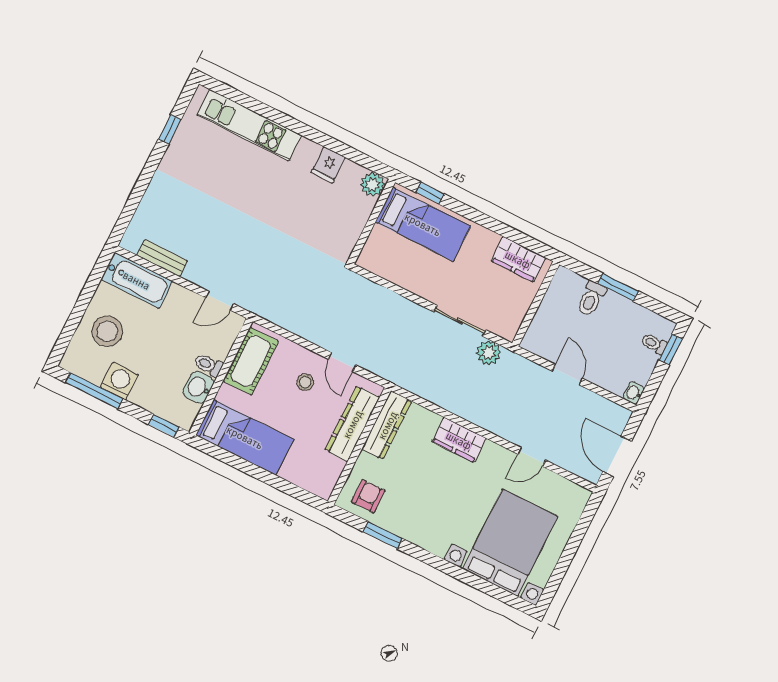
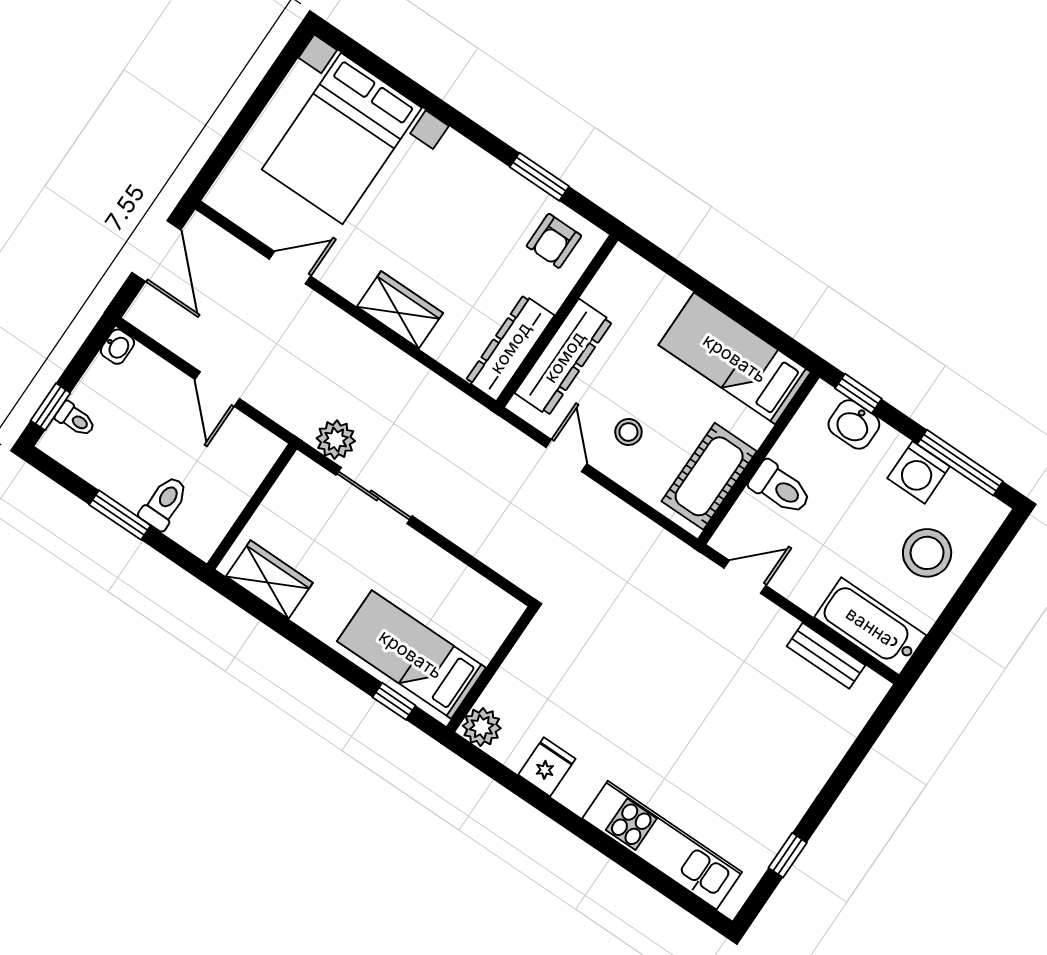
toilet: (208, 365) -> (780, 488), width x1.37, depth x1.39
washbasin: (198, 387) -> (854, 424), moved, turned 90

